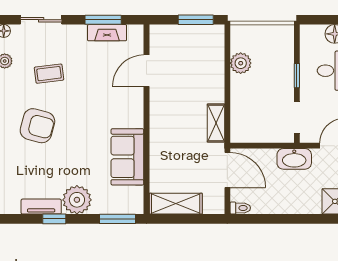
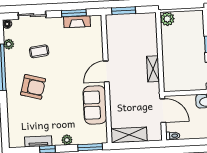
window: (196, 20) -> (124, 11), moved
plant: (241, 63) -> (167, 19), moved
door: (147, 71) -> (106, 71), moved
shelving: (216, 123) -> (153, 69), moved
plant: (77, 200) -> (67, 140), width x0.53, depth x0.53

